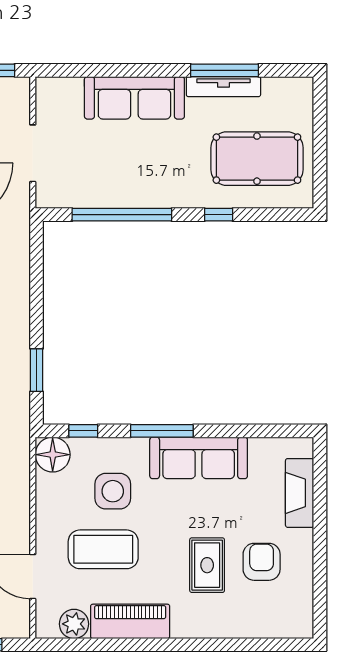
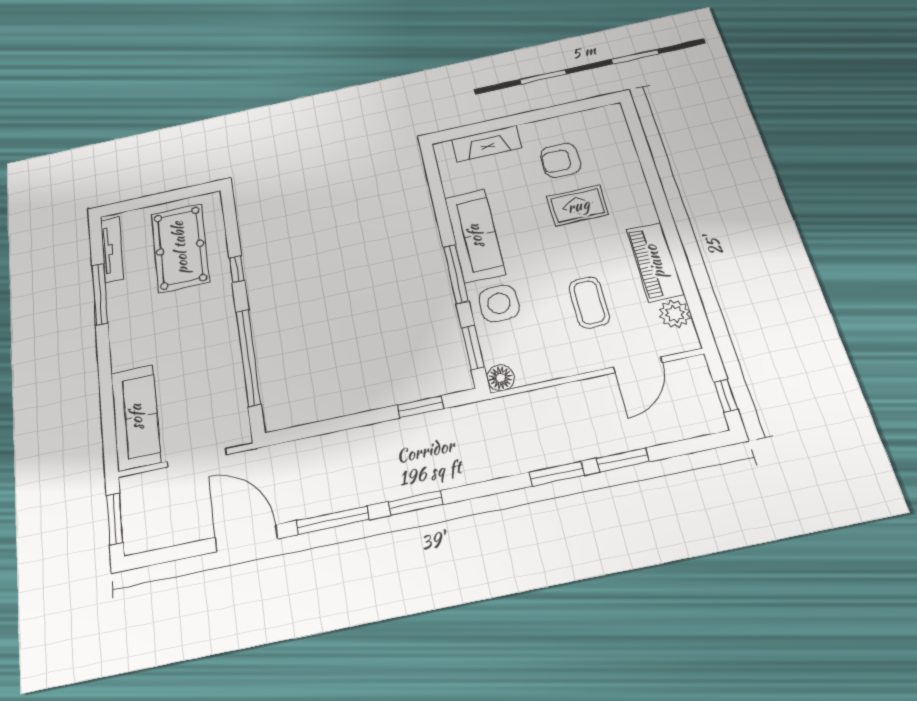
tv unit: (223, 87) -> (112, 249), moved
sofa: (134, 98) -> (136, 417), moved
window: (83, 431) -> (473, 347), width x1.50
floor lamp: (53, 455) -> (501, 378), width x0.73, depth x0.73
side table: (113, 491) -> (499, 303), moved
coffee table: (103, 549) -> (589, 302), width x0.73, depth x0.76

